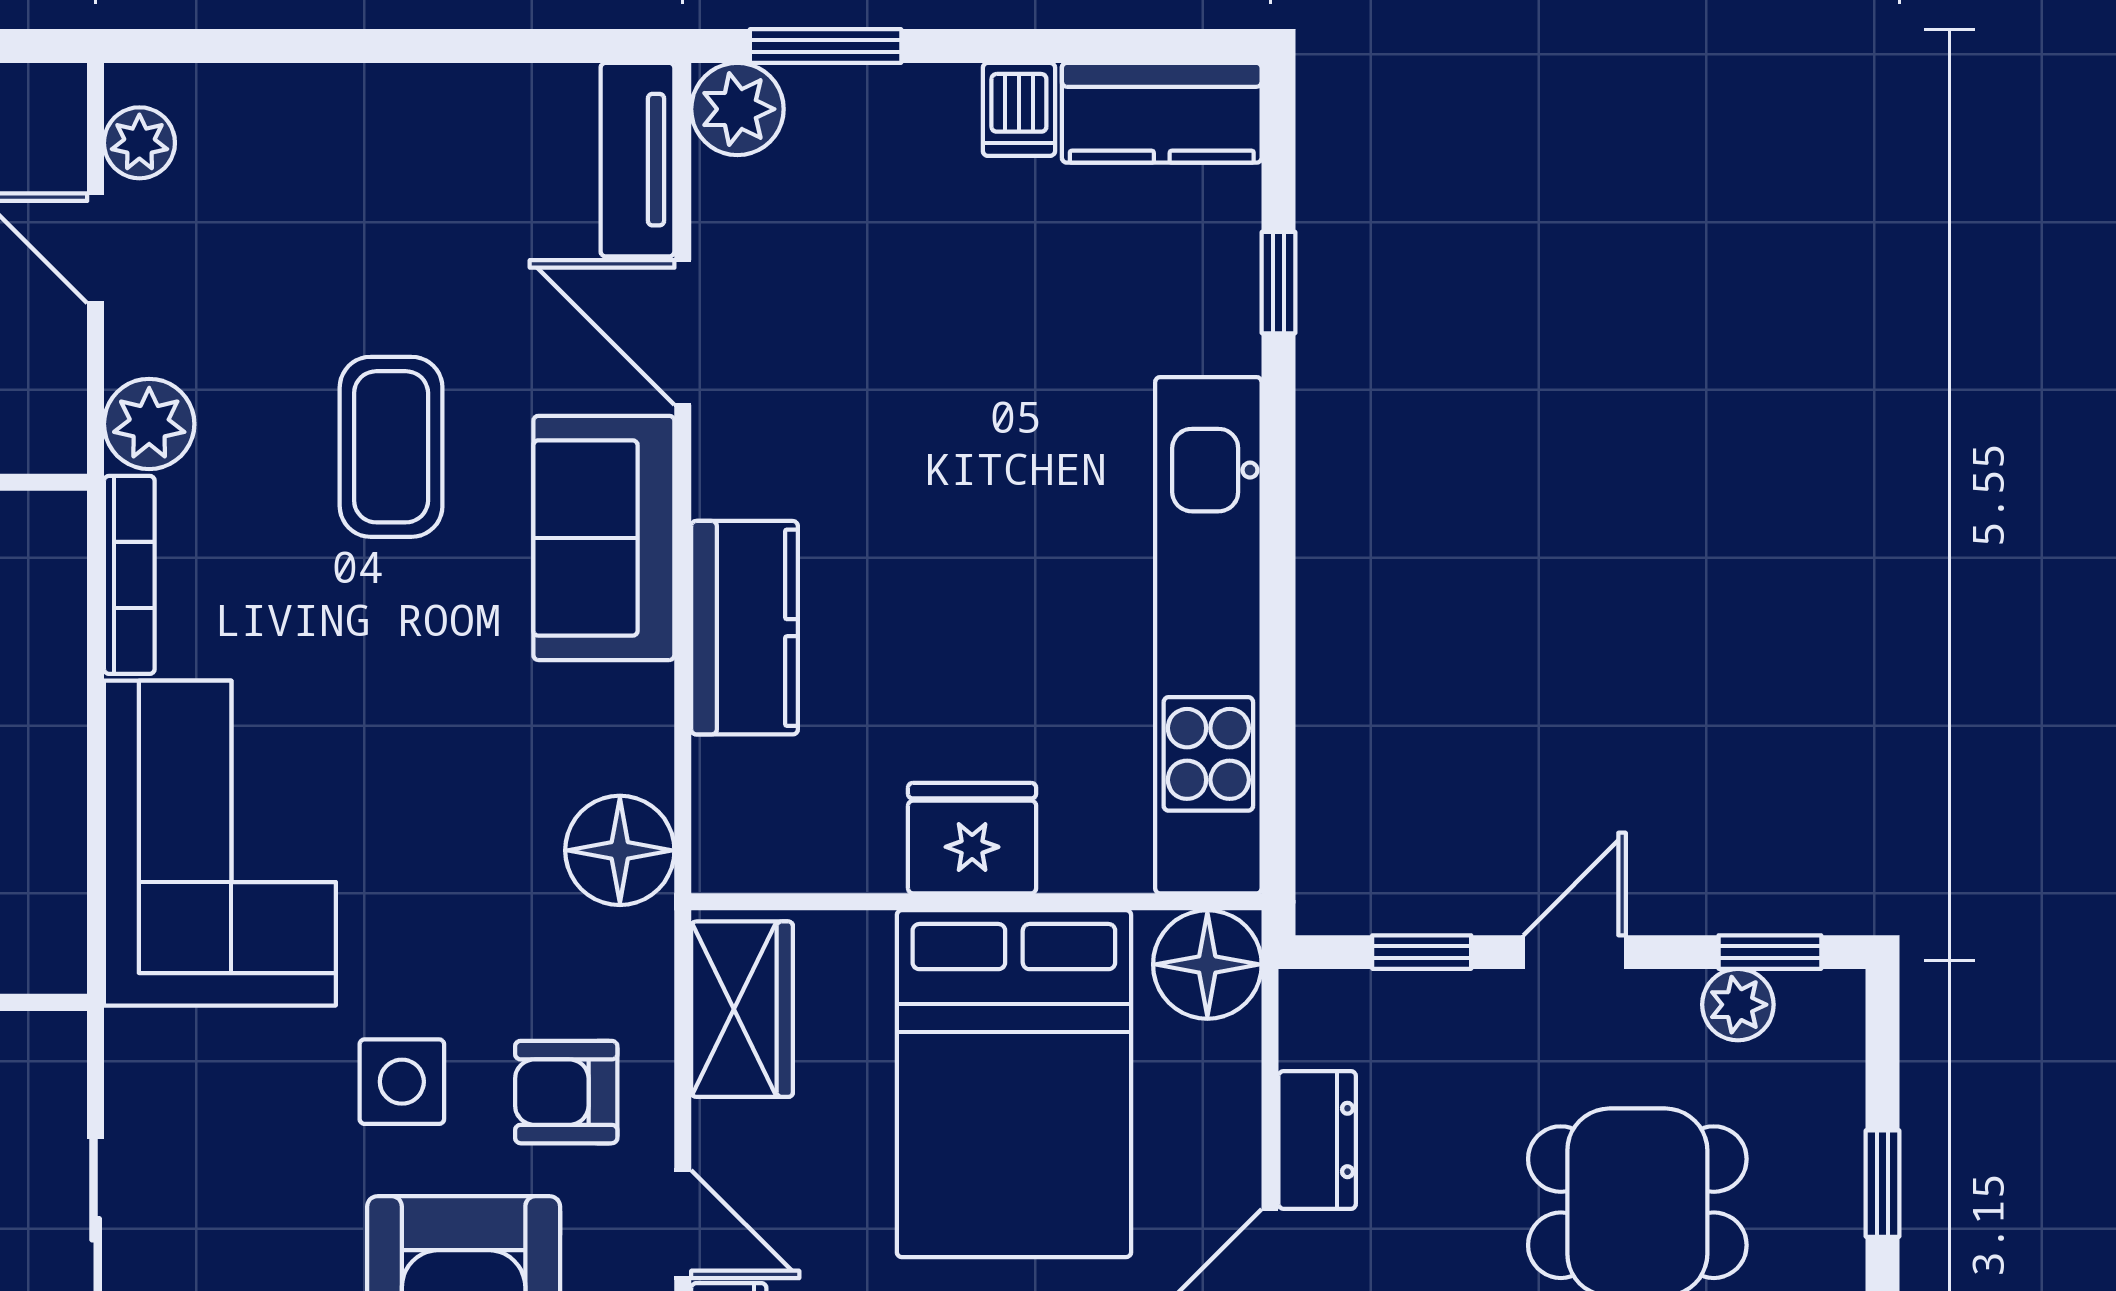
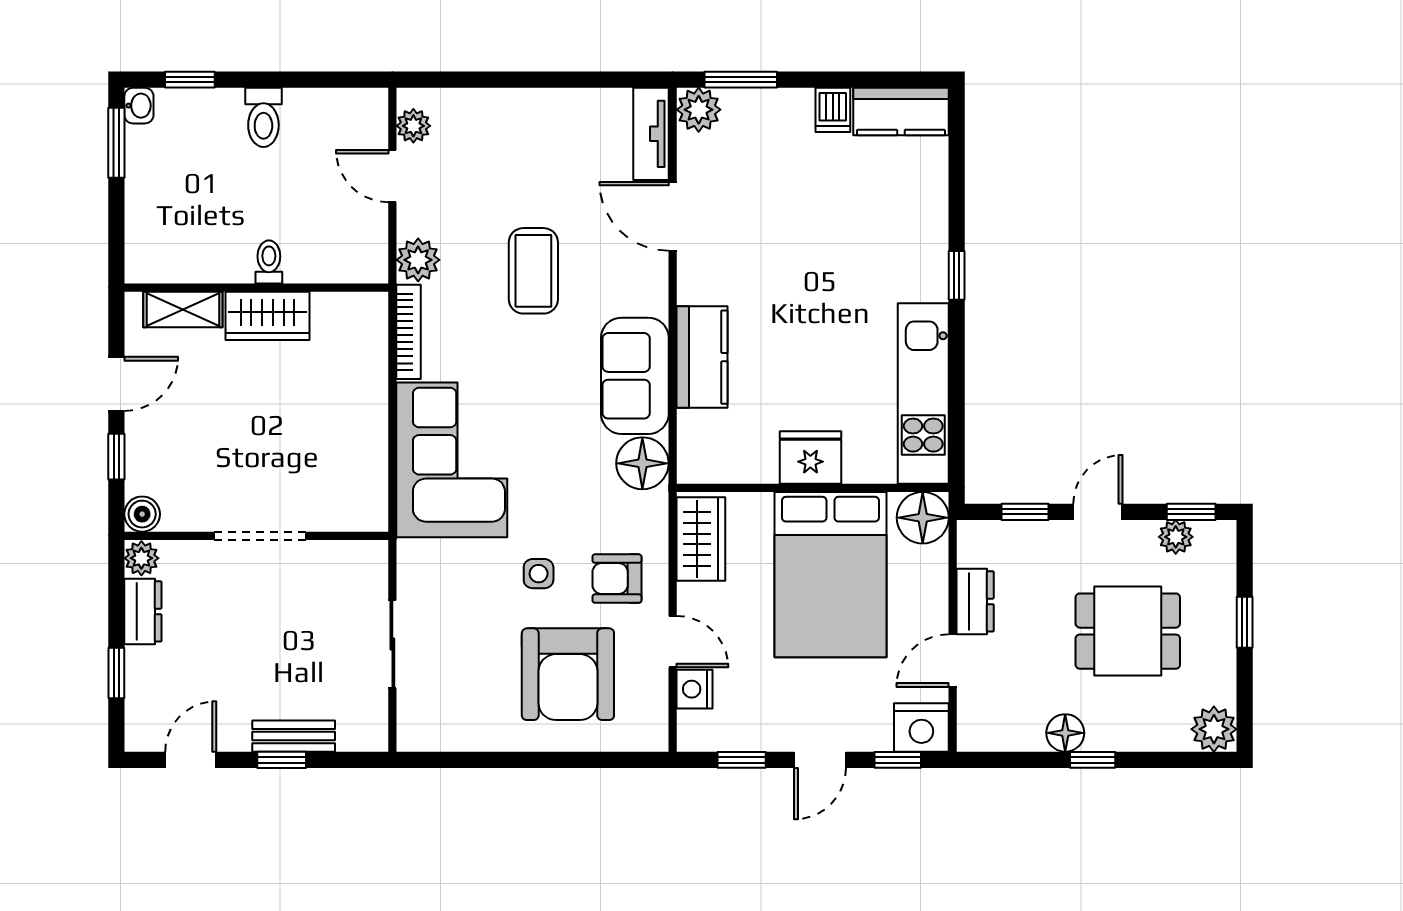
window: (1278, 283) -> (957, 275), moved
sofa: (604, 538) -> (635, 376), moved
kitchen unit: (1208, 635) -> (923, 394), width x0.73
side table: (402, 1082) -> (539, 574), width x0.73, depth x0.73

